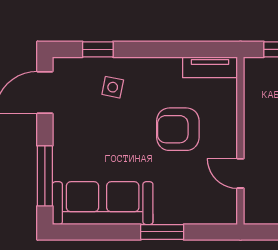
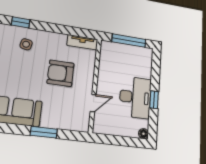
door: (240, 173) -> (93, 103), swing flipped

